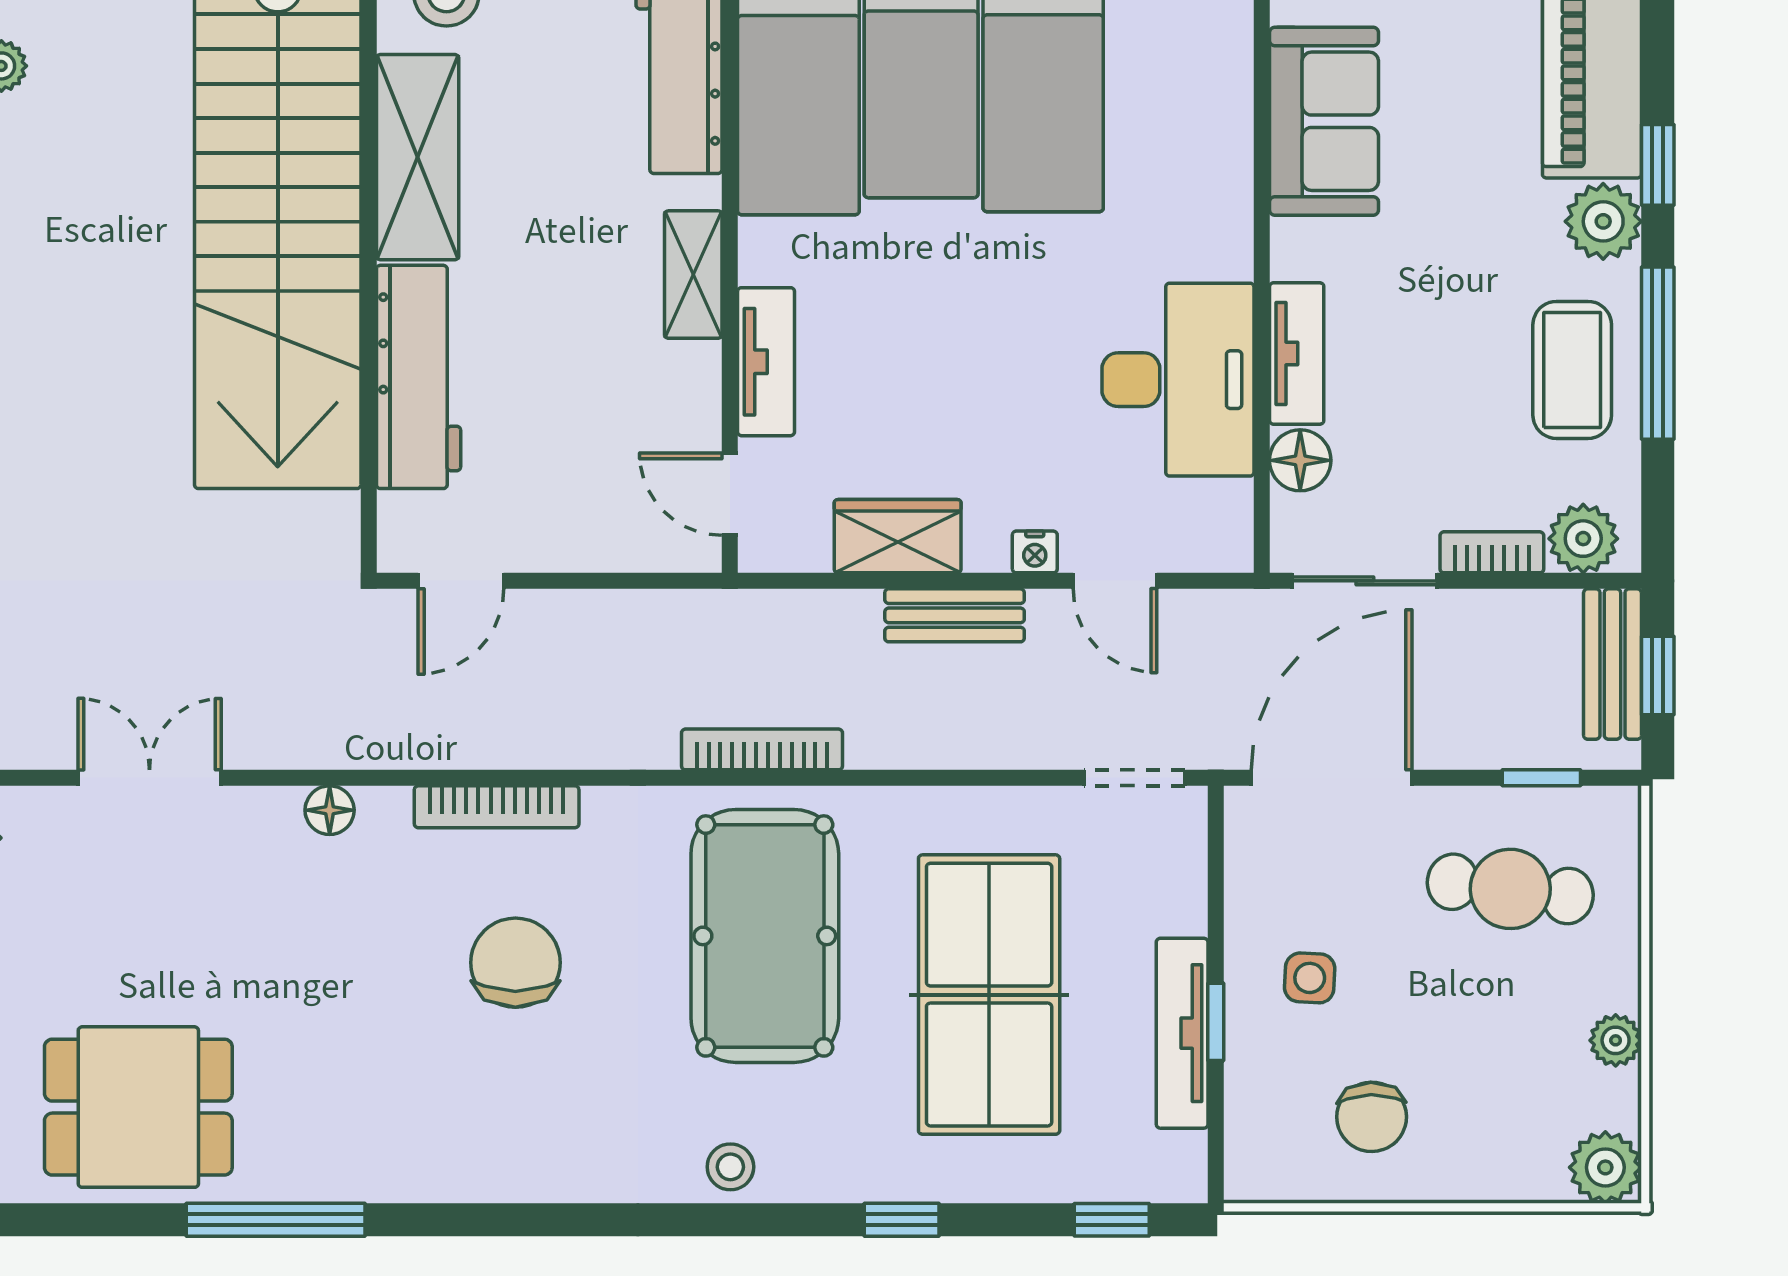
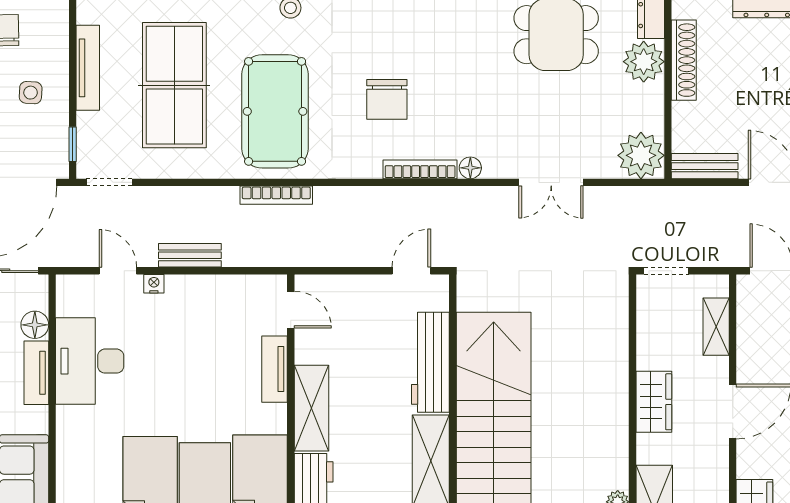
shelving: (693, 275) -> (311, 408), width x1.50, depth x1.33
wardrobe: (898, 536) -> (215, 291), removed
bookcase: (497, 807) -> (420, 169), moved
window: (1216, 1022) -> (73, 144), moved

